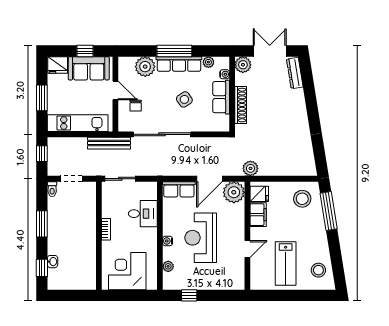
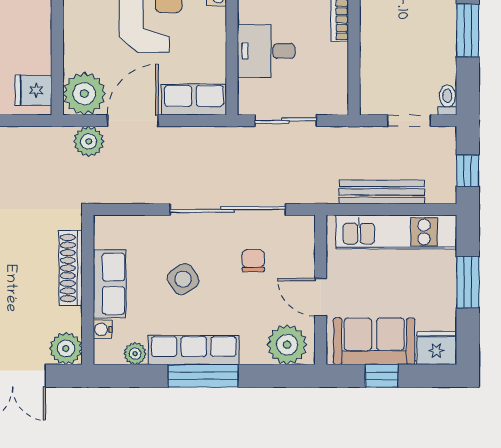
plant: (145, 67) -> (287, 345), moved
chair: (136, 106) -> (253, 261), moved
bench: (109, 143) -> (382, 192), moved
plant: (250, 168) -> (89, 141), moved
sliding door: (120, 179) -> (286, 121), moved
filing cabinet: (258, 215) -> (36, 49), removed

